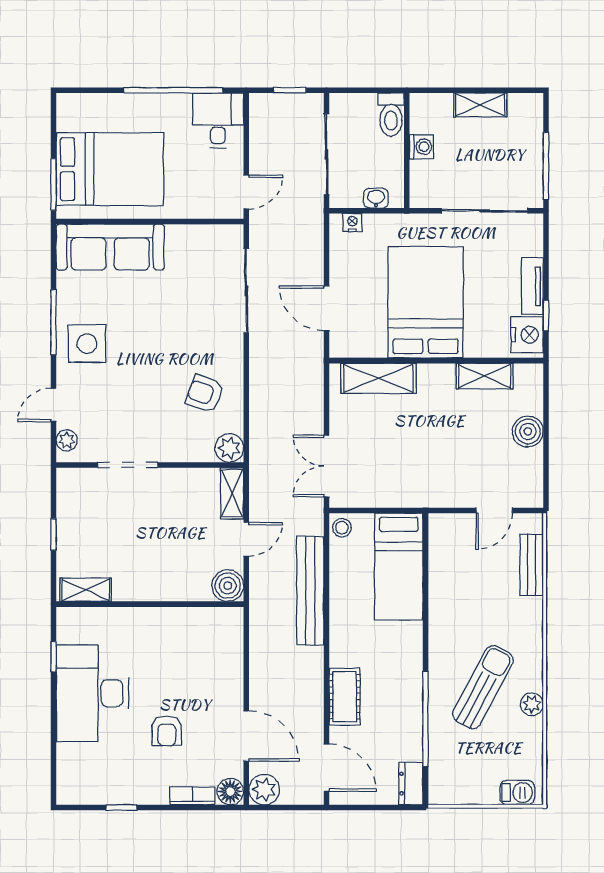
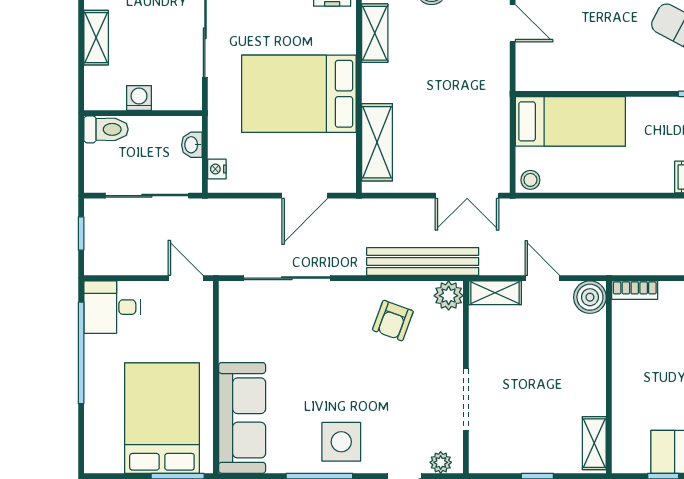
bench: (310, 591) -> (423, 261), moved
bookcase: (235, 629) -> (635, 290), added

